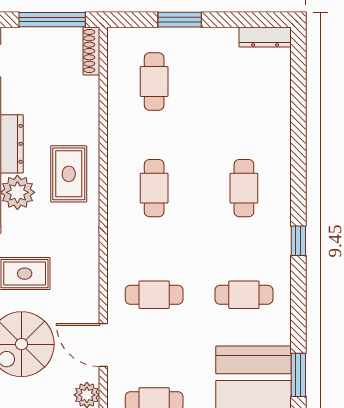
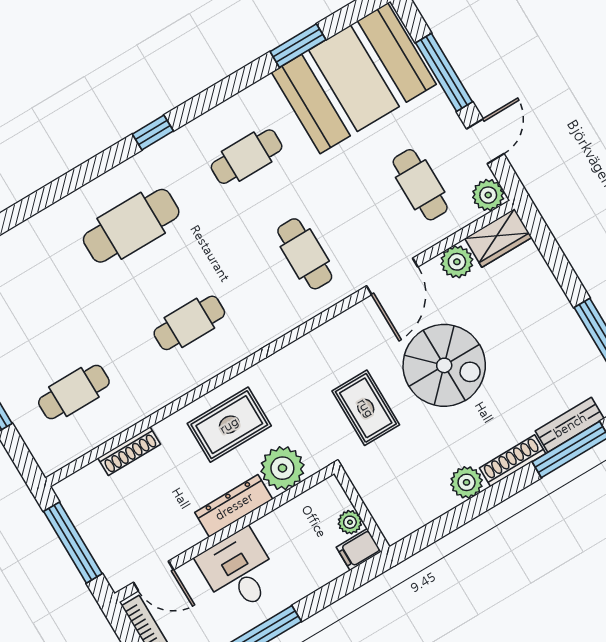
shoe rack: (91, 51) -> (129, 451), moved
cafe table: (244, 188) -> (131, 226), width x1.37, depth x1.35
cafe table: (244, 295) -> (247, 157), turned 90

